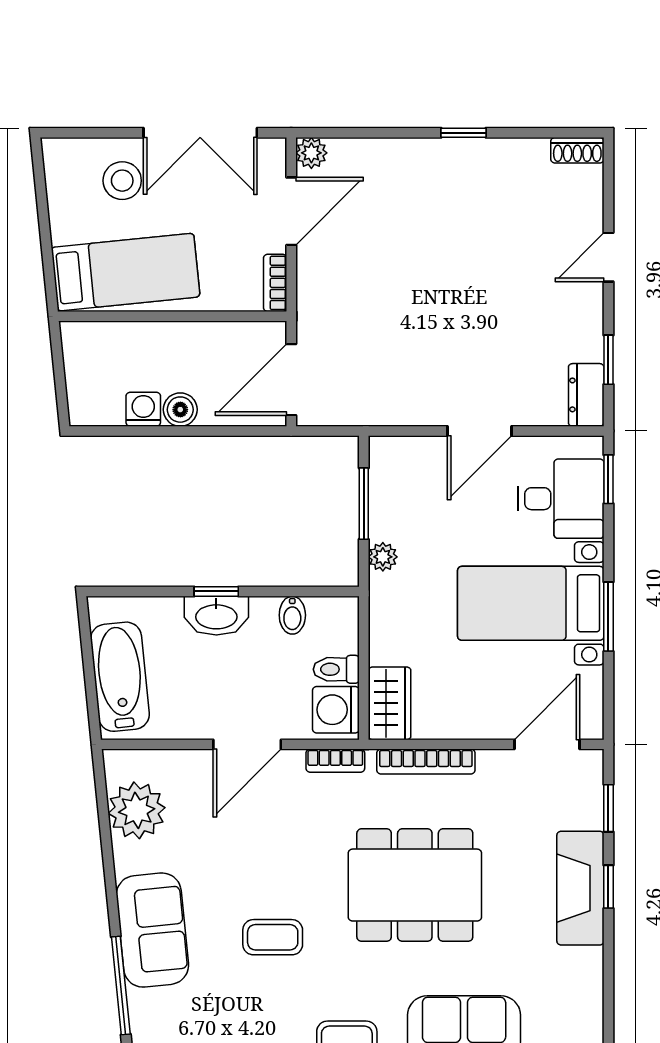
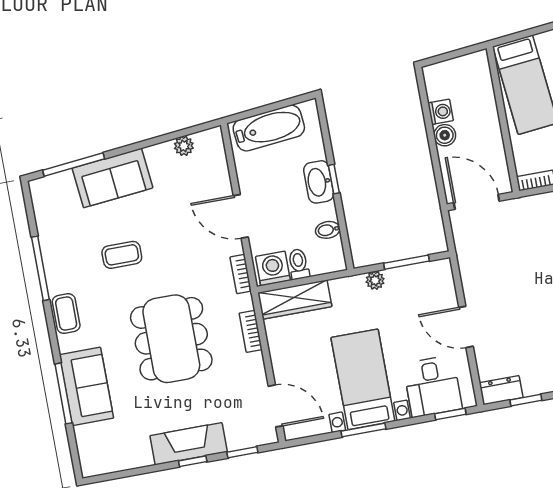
wardrobe: (390, 703) -> (295, 300), width x1.50
bookcase: (426, 762) -> (251, 331), width x0.64
plant: (137, 810) -> (184, 146), width x0.53, depth x0.53
coffee table: (273, 937) -> (122, 255), turned 90

